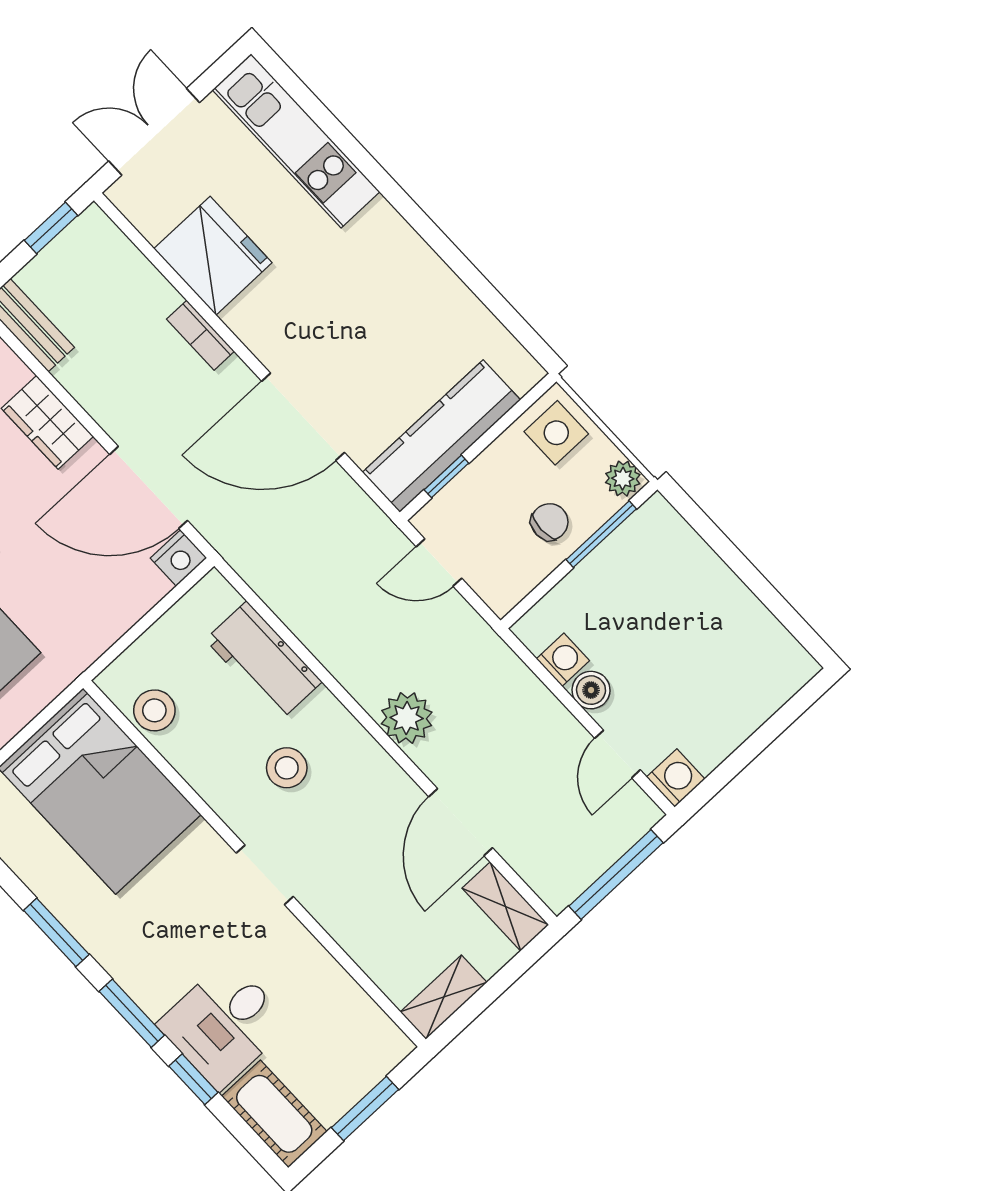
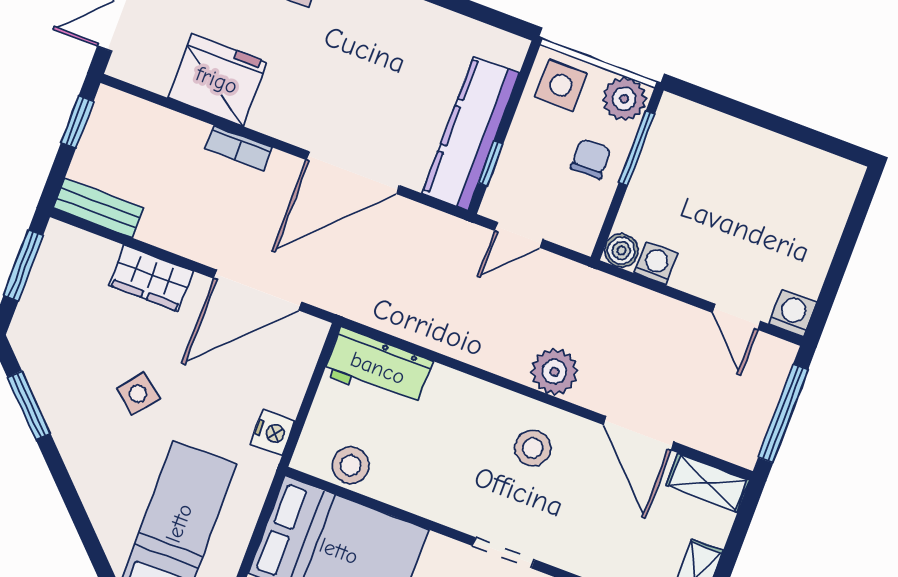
plant: (623, 479) -> (624, 99), width x1.38, depth x1.38
nightstand: (178, 558) -> (273, 432), moved
workbench: (264, 661) -> (378, 368), moved
boiler: (591, 690) -> (621, 251), moved
stool: (287, 768) -> (533, 448), moved

